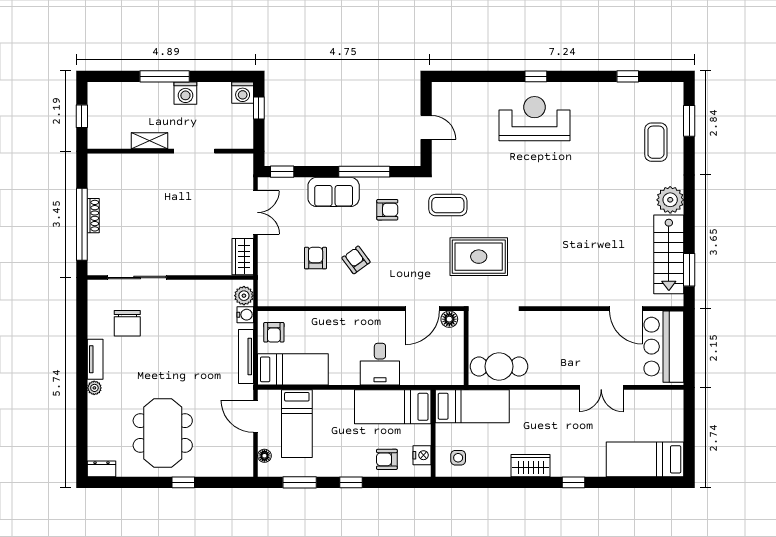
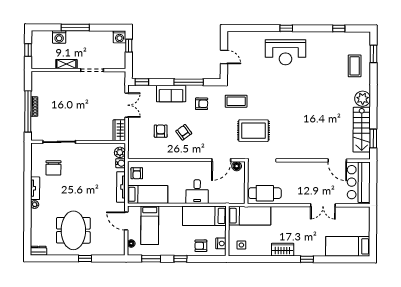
washing machine: (185, 93) -> (59, 37), moved
reception desk: (535, 119) -> (286, 52), turned 180

